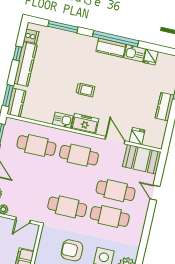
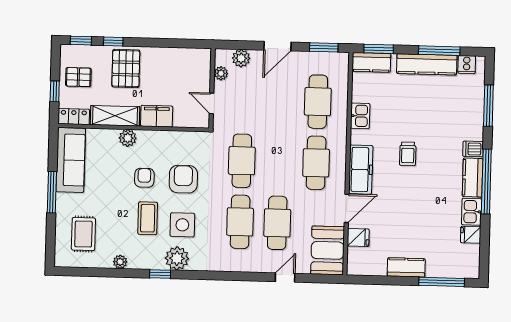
dishwasher: (91, 44) -> (473, 149), added
window: (18, 53) -> (439, 51), width x2.17
kitchen sink: (63, 120) -> (360, 116), moved
freezer: (85, 124) -> (361, 170), width x1.40

